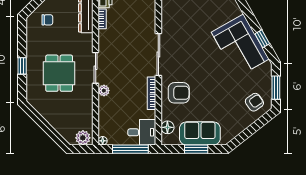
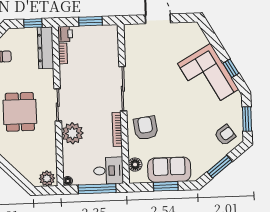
plant: (104, 91) -> (72, 133), width x1.88, depth x1.88
armchair: (179, 93) -> (146, 128), turned -98
window: (248, 132) -> (220, 167), added

